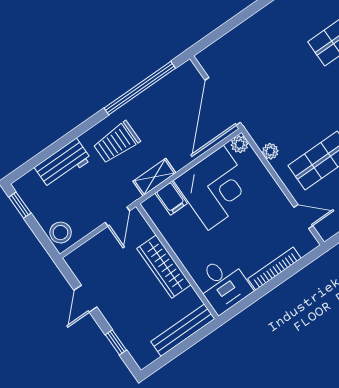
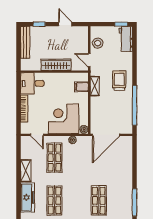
door: (223, 101) -> (106, 135), swing flipped
workbench: (63, 164) -> (126, 39), moved
corner desk: (216, 188) -> (64, 119), moved, turned 90
door: (303, 216) -> (37, 135), hinge flipped
stool: (61, 233) -> (98, 43), moved
bench: (183, 330) -> (25, 42), moved

